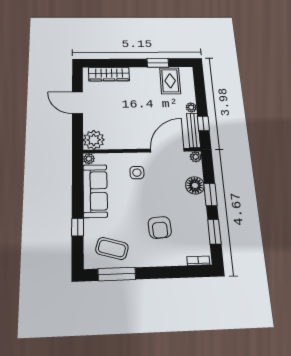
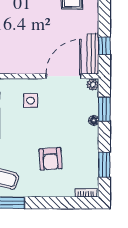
plant: (191, 107) -> (93, 26), removed
floor lamp: (195, 185) -> (94, 120), width x0.53, depth x0.53
window: (211, 194) -> (104, 109), moved

